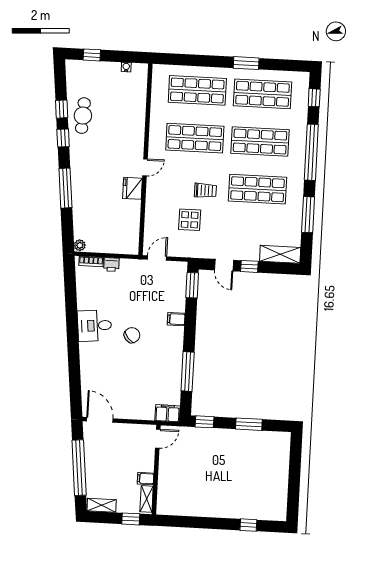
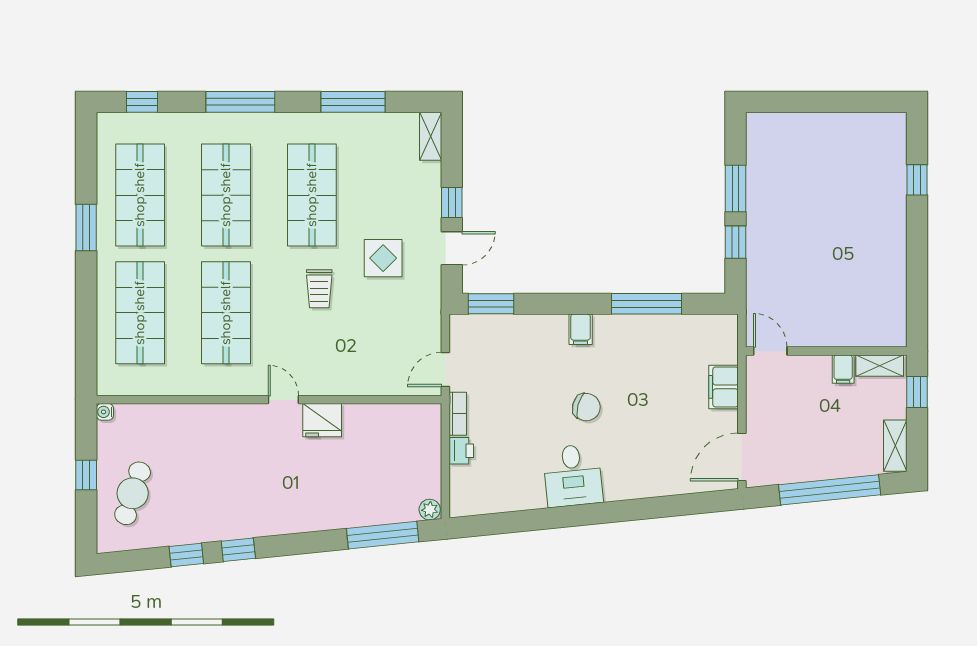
window: (92, 55) -> (86, 475), moved
water cooler: (126, 67) -> (105, 412), moved
cafe table: (83, 116) -> (133, 493), moved, turned -75
window: (311, 152) -> (240, 102), width x0.68
window: (65, 188) -> (383, 535), moved
trolley: (205, 190) -> (319, 289), turned 180
display table: (190, 220) -> (383, 258), moved
shelving: (280, 254) -> (431, 136), width x0.67, depth x0.75
door: (157, 258) -> (445, 370), hinge flipped
bookcase: (91, 262) -> (458, 414), moved
filing cabinet: (176, 319) -> (581, 329), moved
chair: (132, 335) -> (586, 407), turned 146
filing cabinet: (168, 413) -> (723, 387), moved
window: (204, 422) -> (735, 242), moved

